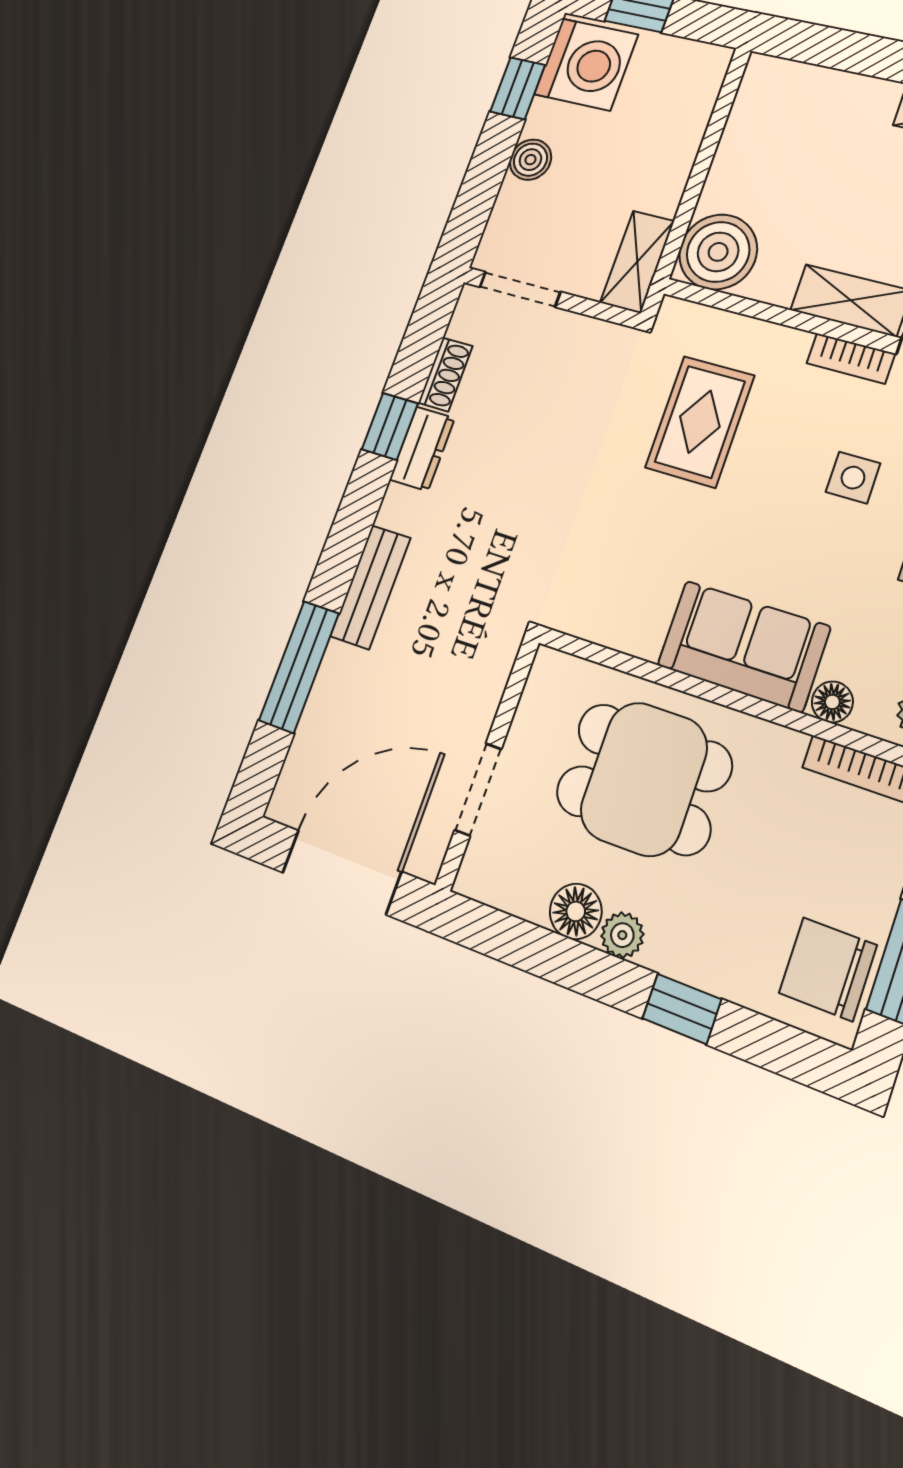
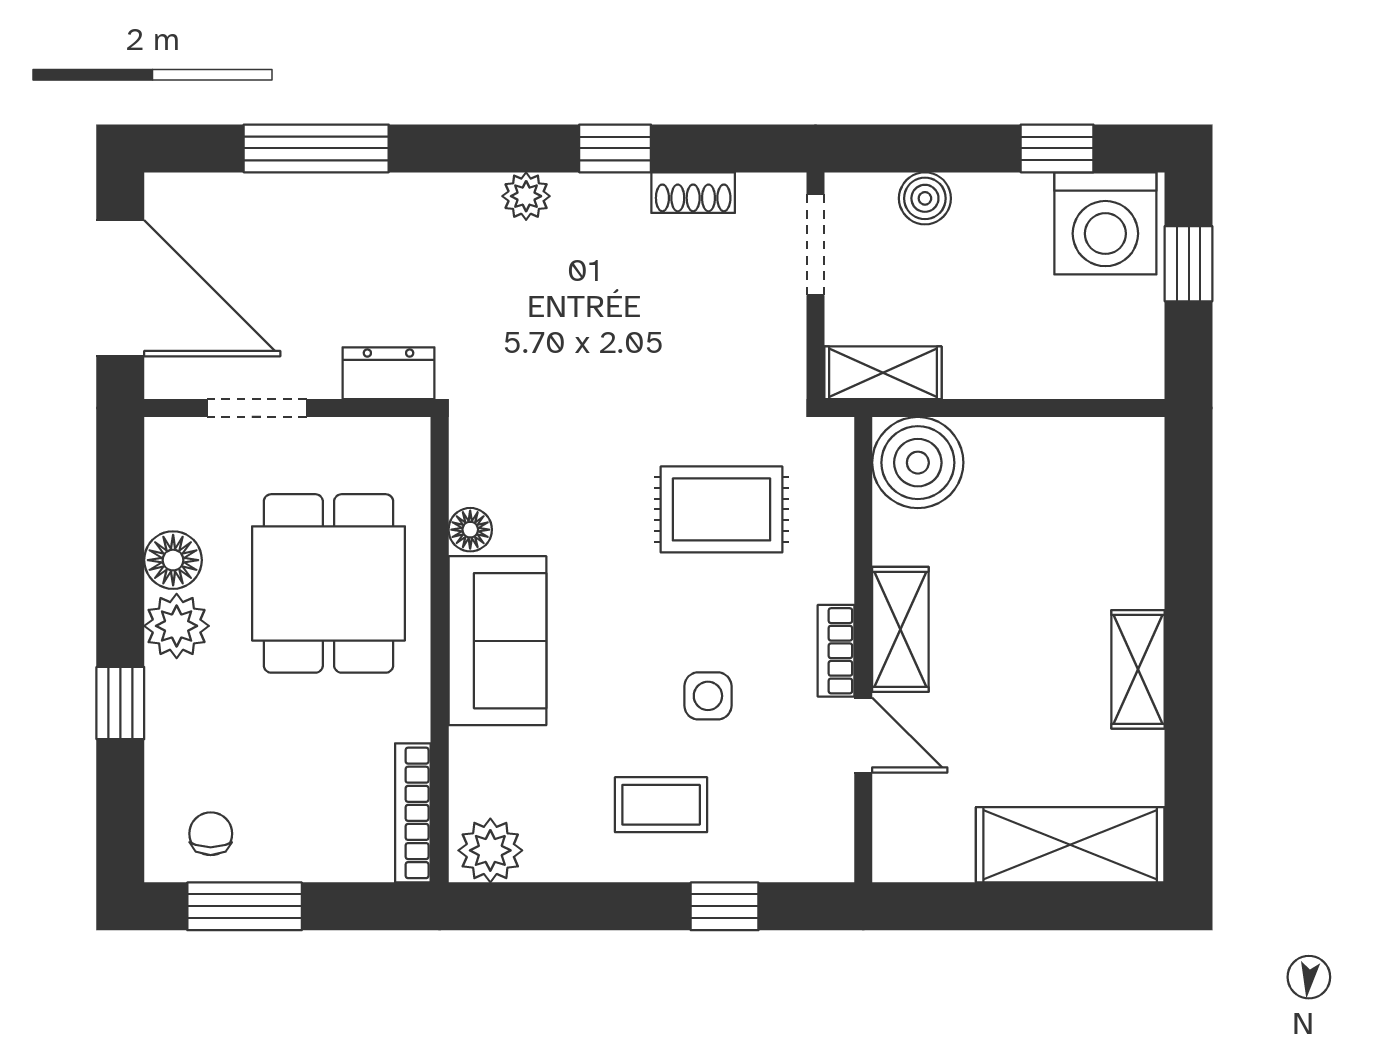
boiler: (530, 160) -> (925, 198), moved
dresser: (422, 449) -> (388, 373), moved, turned 180
plant: (398, 508) -> (526, 196), added
bench: (370, 587) -> (429, 198), removed
floor lamp: (832, 702) -> (470, 530), moved
plant: (622, 935) -> (177, 626), width x1.38, depth x1.38
chair: (828, 969) -> (211, 834), width x0.54, depth x0.54

